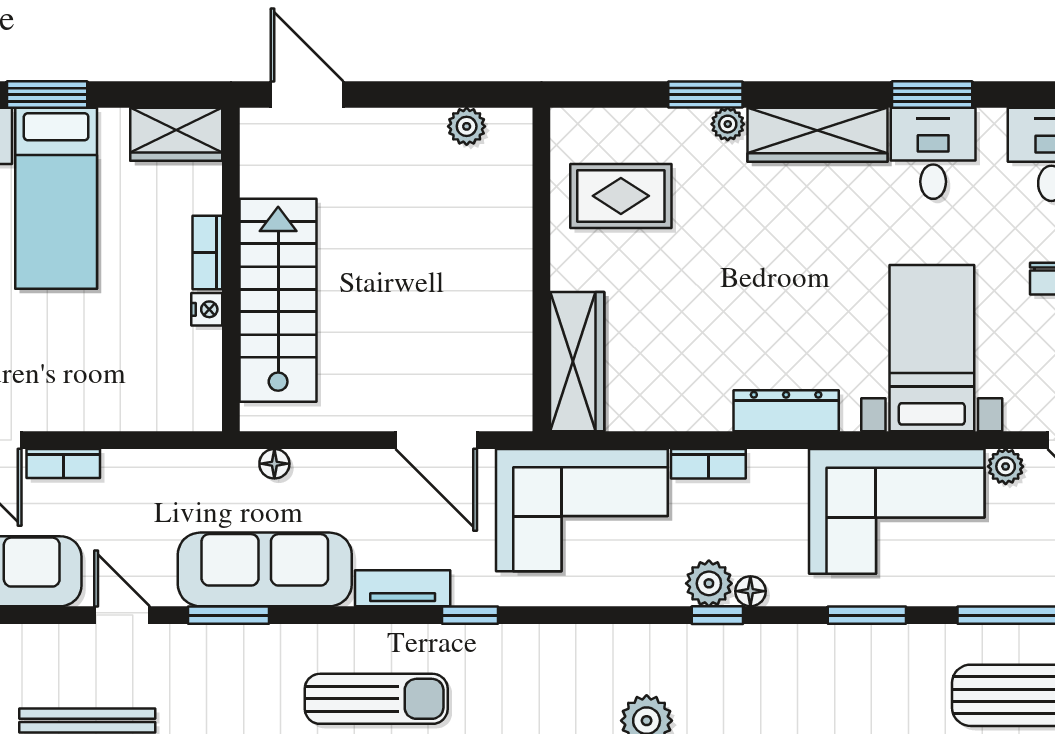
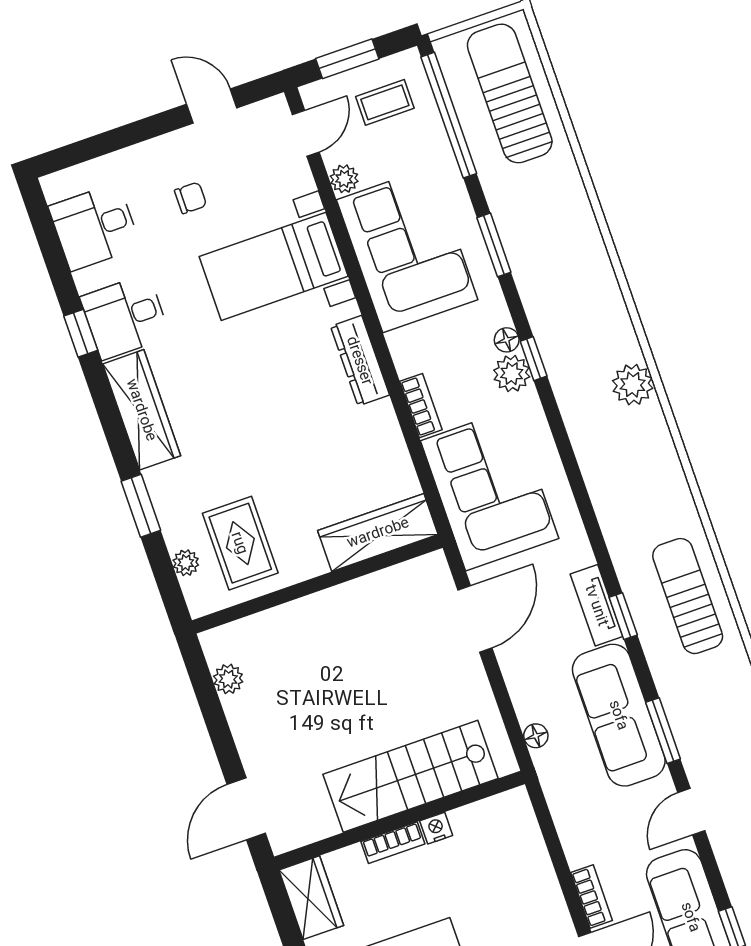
window: (932, 95) -> (81, 333), width x0.67
plant: (728, 124) -> (186, 563), moved
window: (470, 615) -> (623, 616), moved

